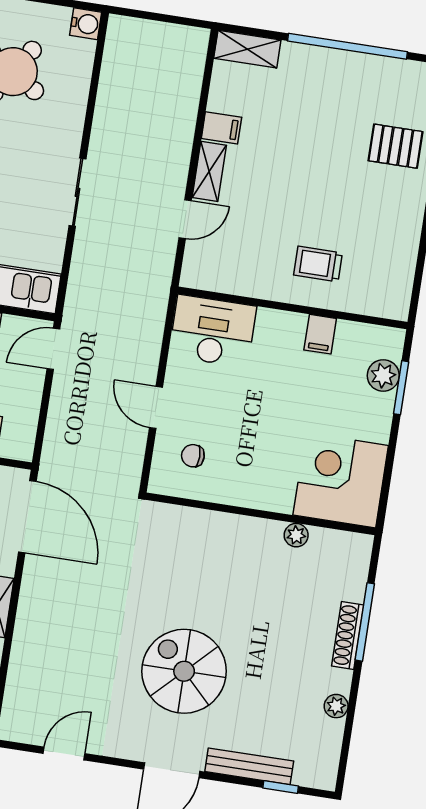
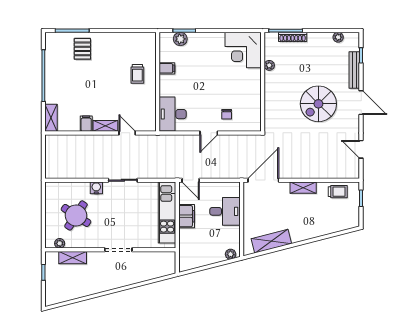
water cooler: (86, 24) -> (96, 188), moved
corner desk: (341, 480) -> (243, 50), moved
wall: (261, 514) -> (263, 82), moved
plant: (296, 535) -> (269, 65), moved
plant: (336, 706) -> (338, 37), moved

